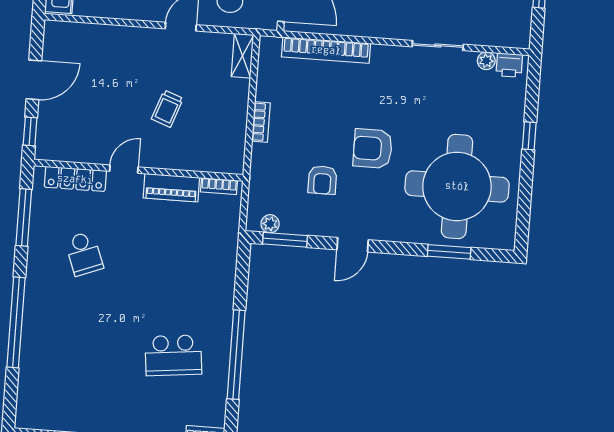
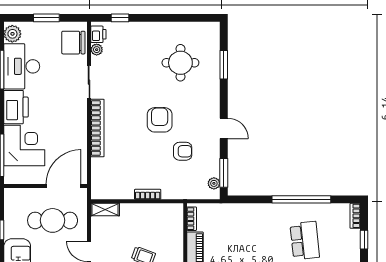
chair: (499, 26) -> (73, 43), added
bookcase: (326, 50) -> (97, 128), moved
window: (529, 136) -> (120, 18), moved
armchair: (373, 148) -> (160, 120), turned 180
round table: (457, 186) -> (180, 63), width x0.54, depth x0.54

